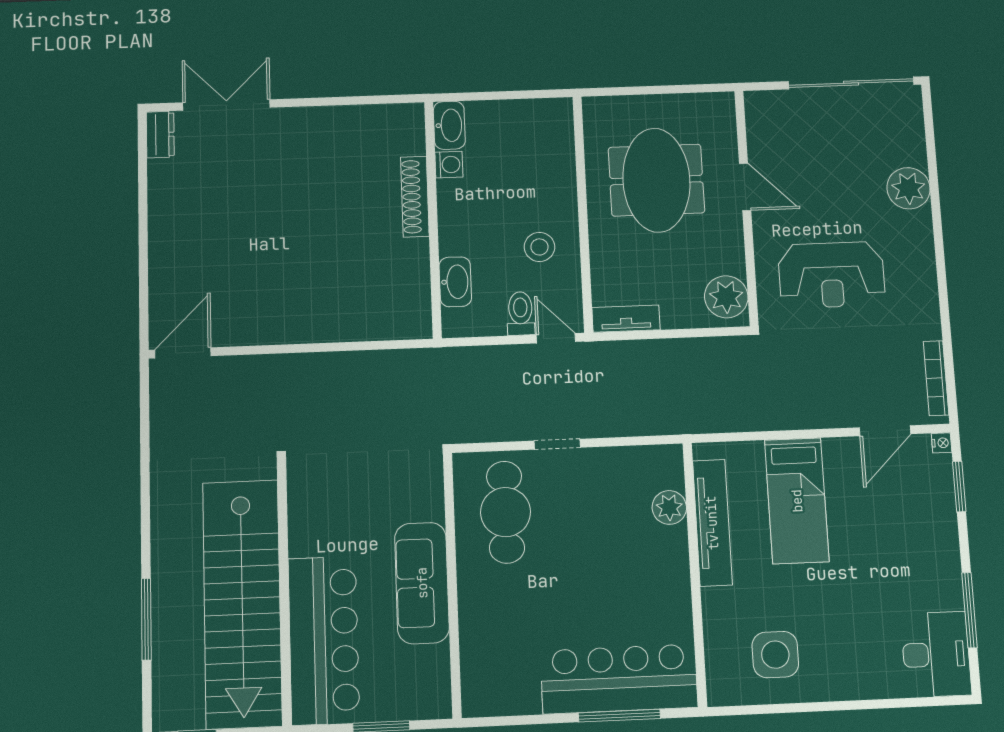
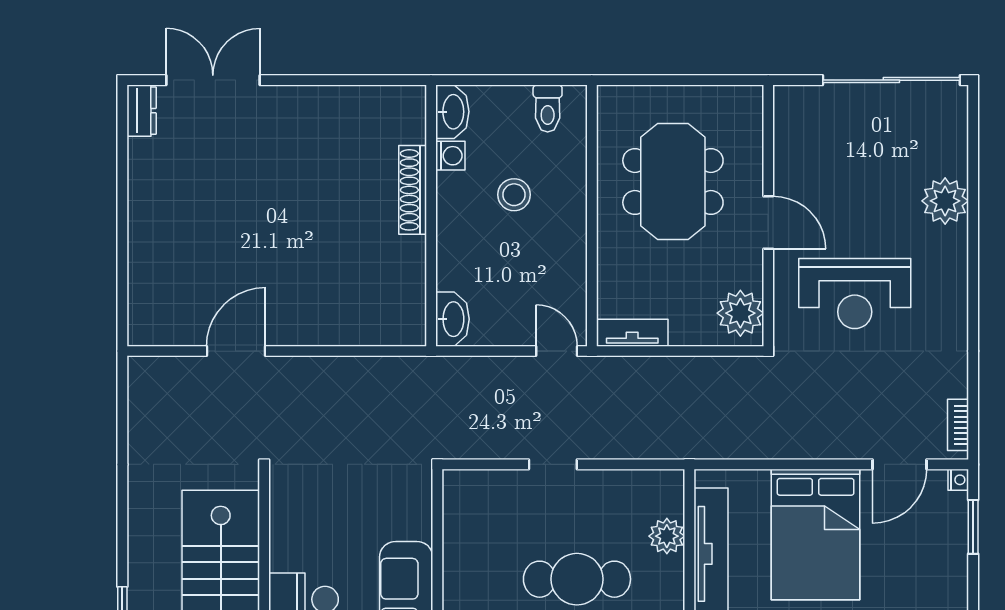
door: (745, 187) -> (768, 223), moved
stool: (539, 247) -> (514, 195), moved
washbasin: (455, 282) -> (452, 319), moved
toilet: (521, 313) -> (548, 108), moved, turned 180
door: (183, 353) -> (236, 351), moved
bookcase: (936, 378) -> (958, 425), width x0.64
bed: (797, 501) -> (816, 535), width x1.50
cafe table: (506, 512) -> (577, 579), moved, turned 90

